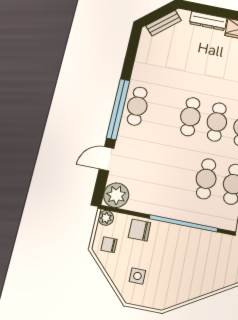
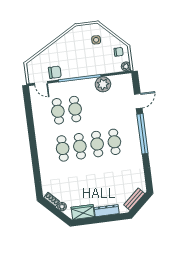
cafe table: (137, 106) -> (114, 142), moved
plant: (116, 195) -> (103, 84), moved
chair: (140, 230) -> (55, 72), moved

